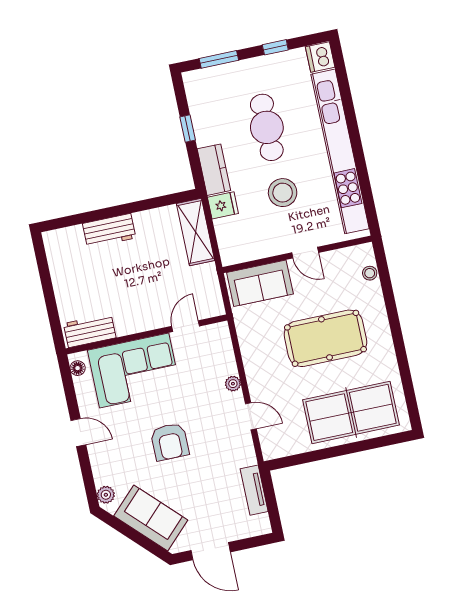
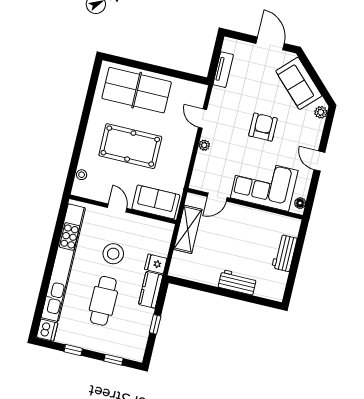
window: (219, 59) -> (113, 360), width x0.67
shelving: (196, 232) -> (188, 229), moved
workbench: (90, 331) -> (284, 253), moved, turned 90

